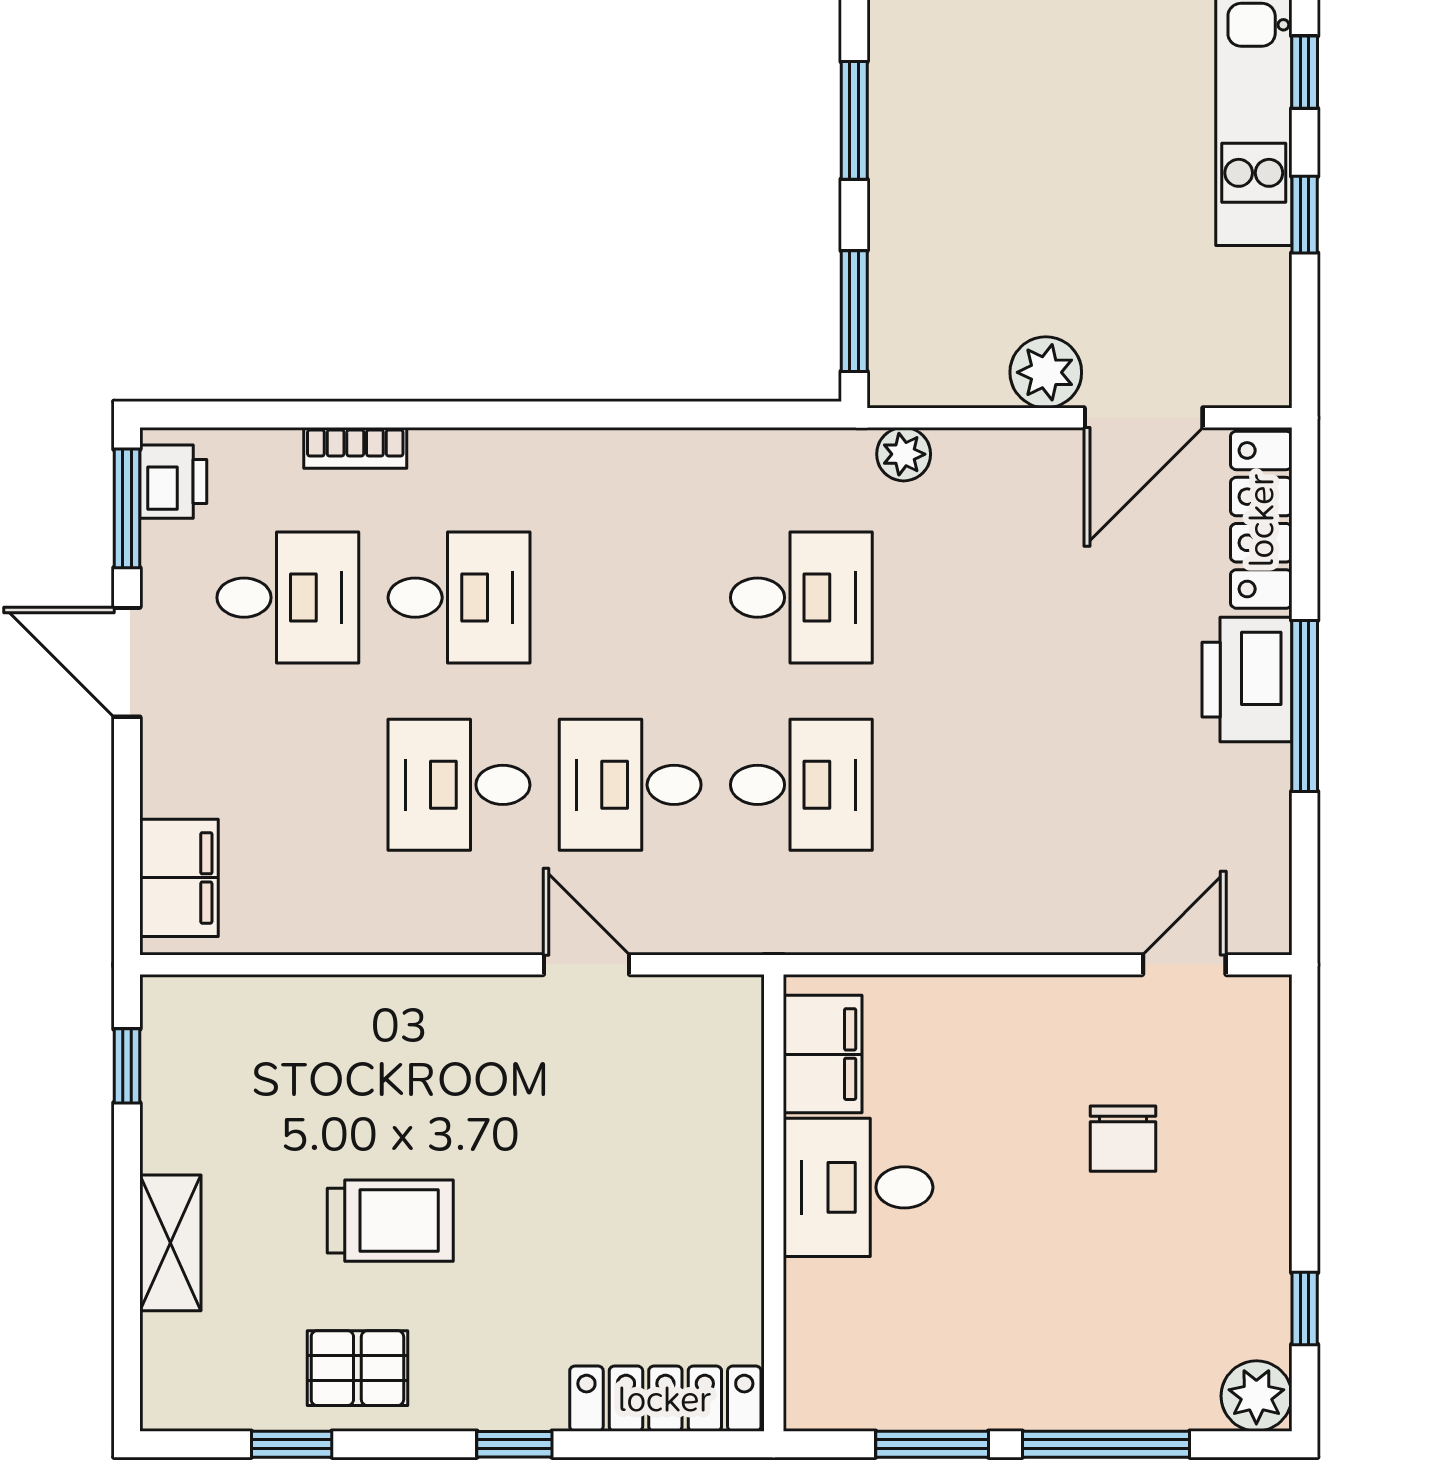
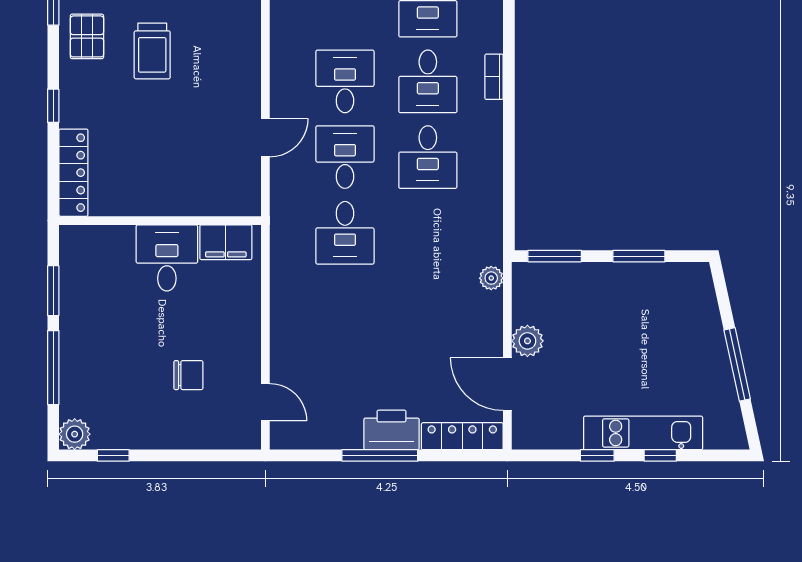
bookcase: (355, 448) -> (494, 77), moved
desk: (801, 598) -> (428, 157), moved
chair: (1123, 1139) -> (188, 375), turned 180

